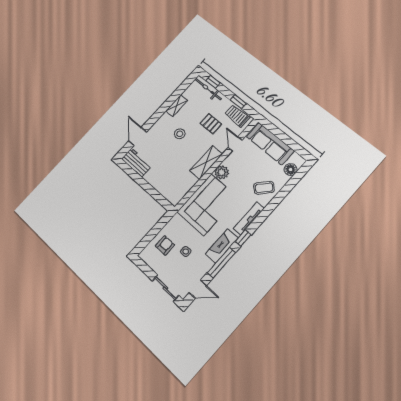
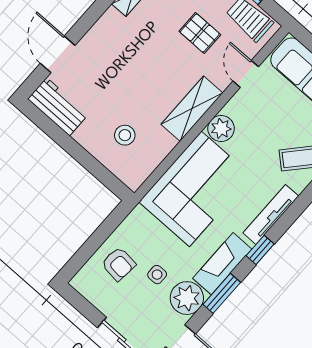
stool: (180, 134) -> (125, 135), moved
armchair: (165, 245) -> (118, 264), turned 96
window: (221, 263) -> (222, 293), width x0.69
plant: (202, 265) -> (187, 298), added

